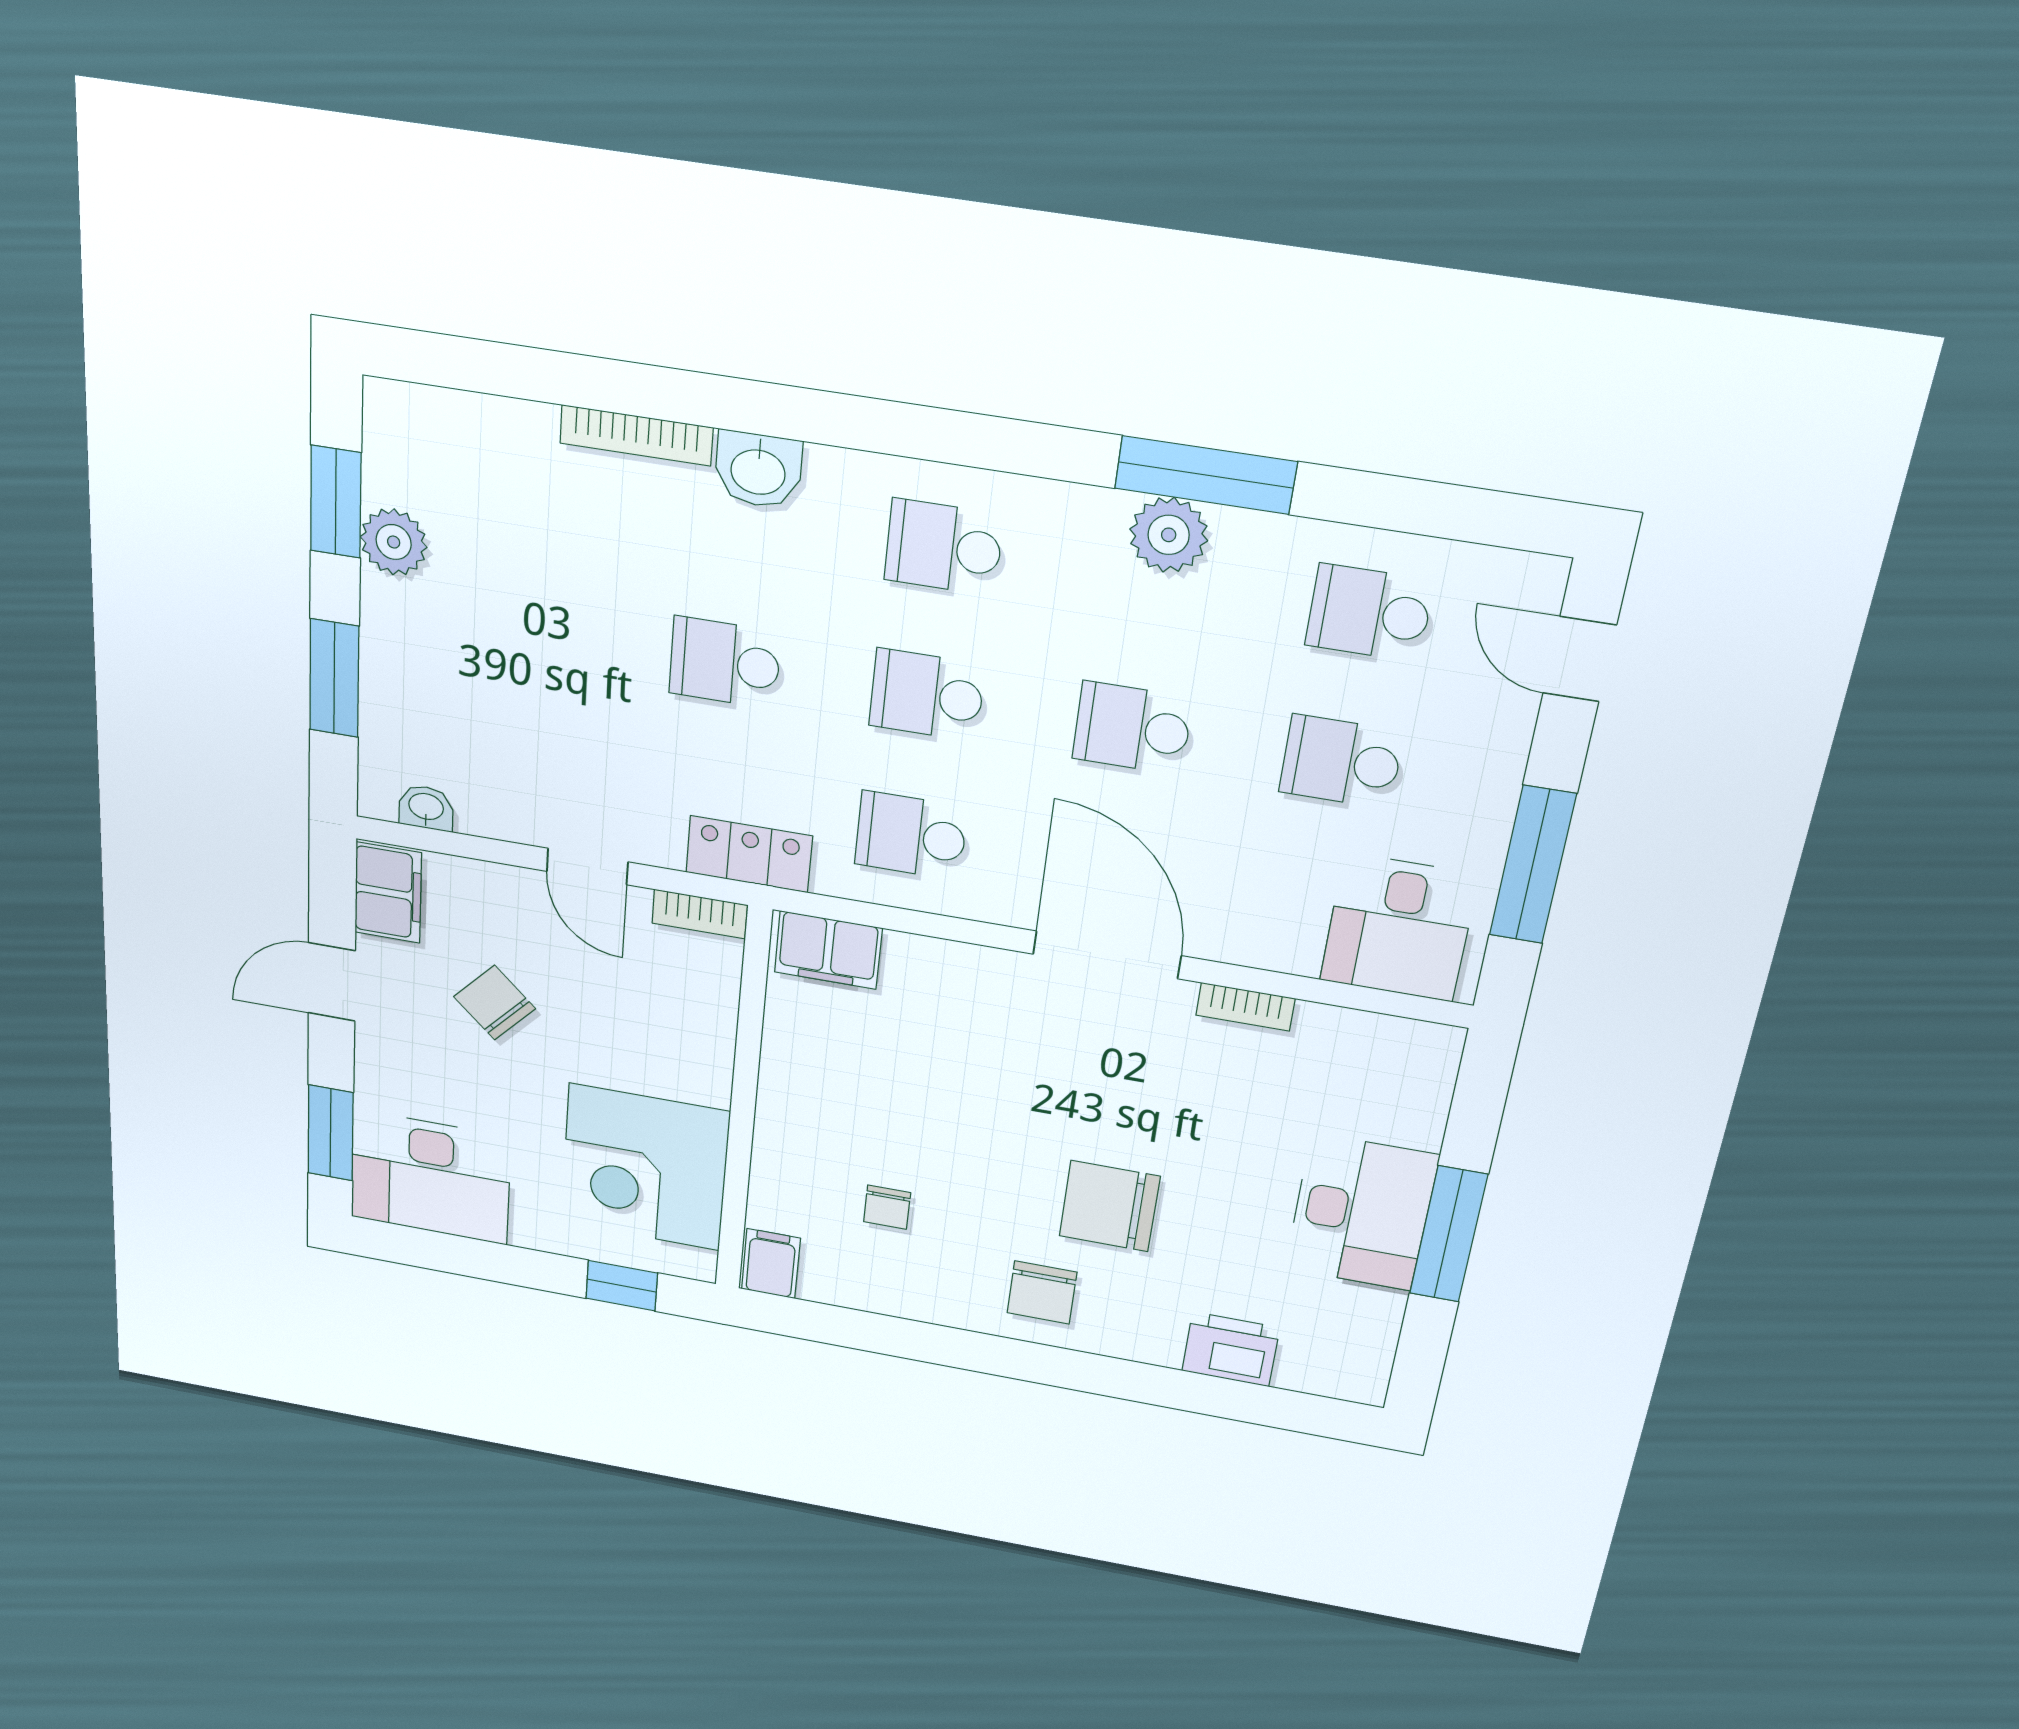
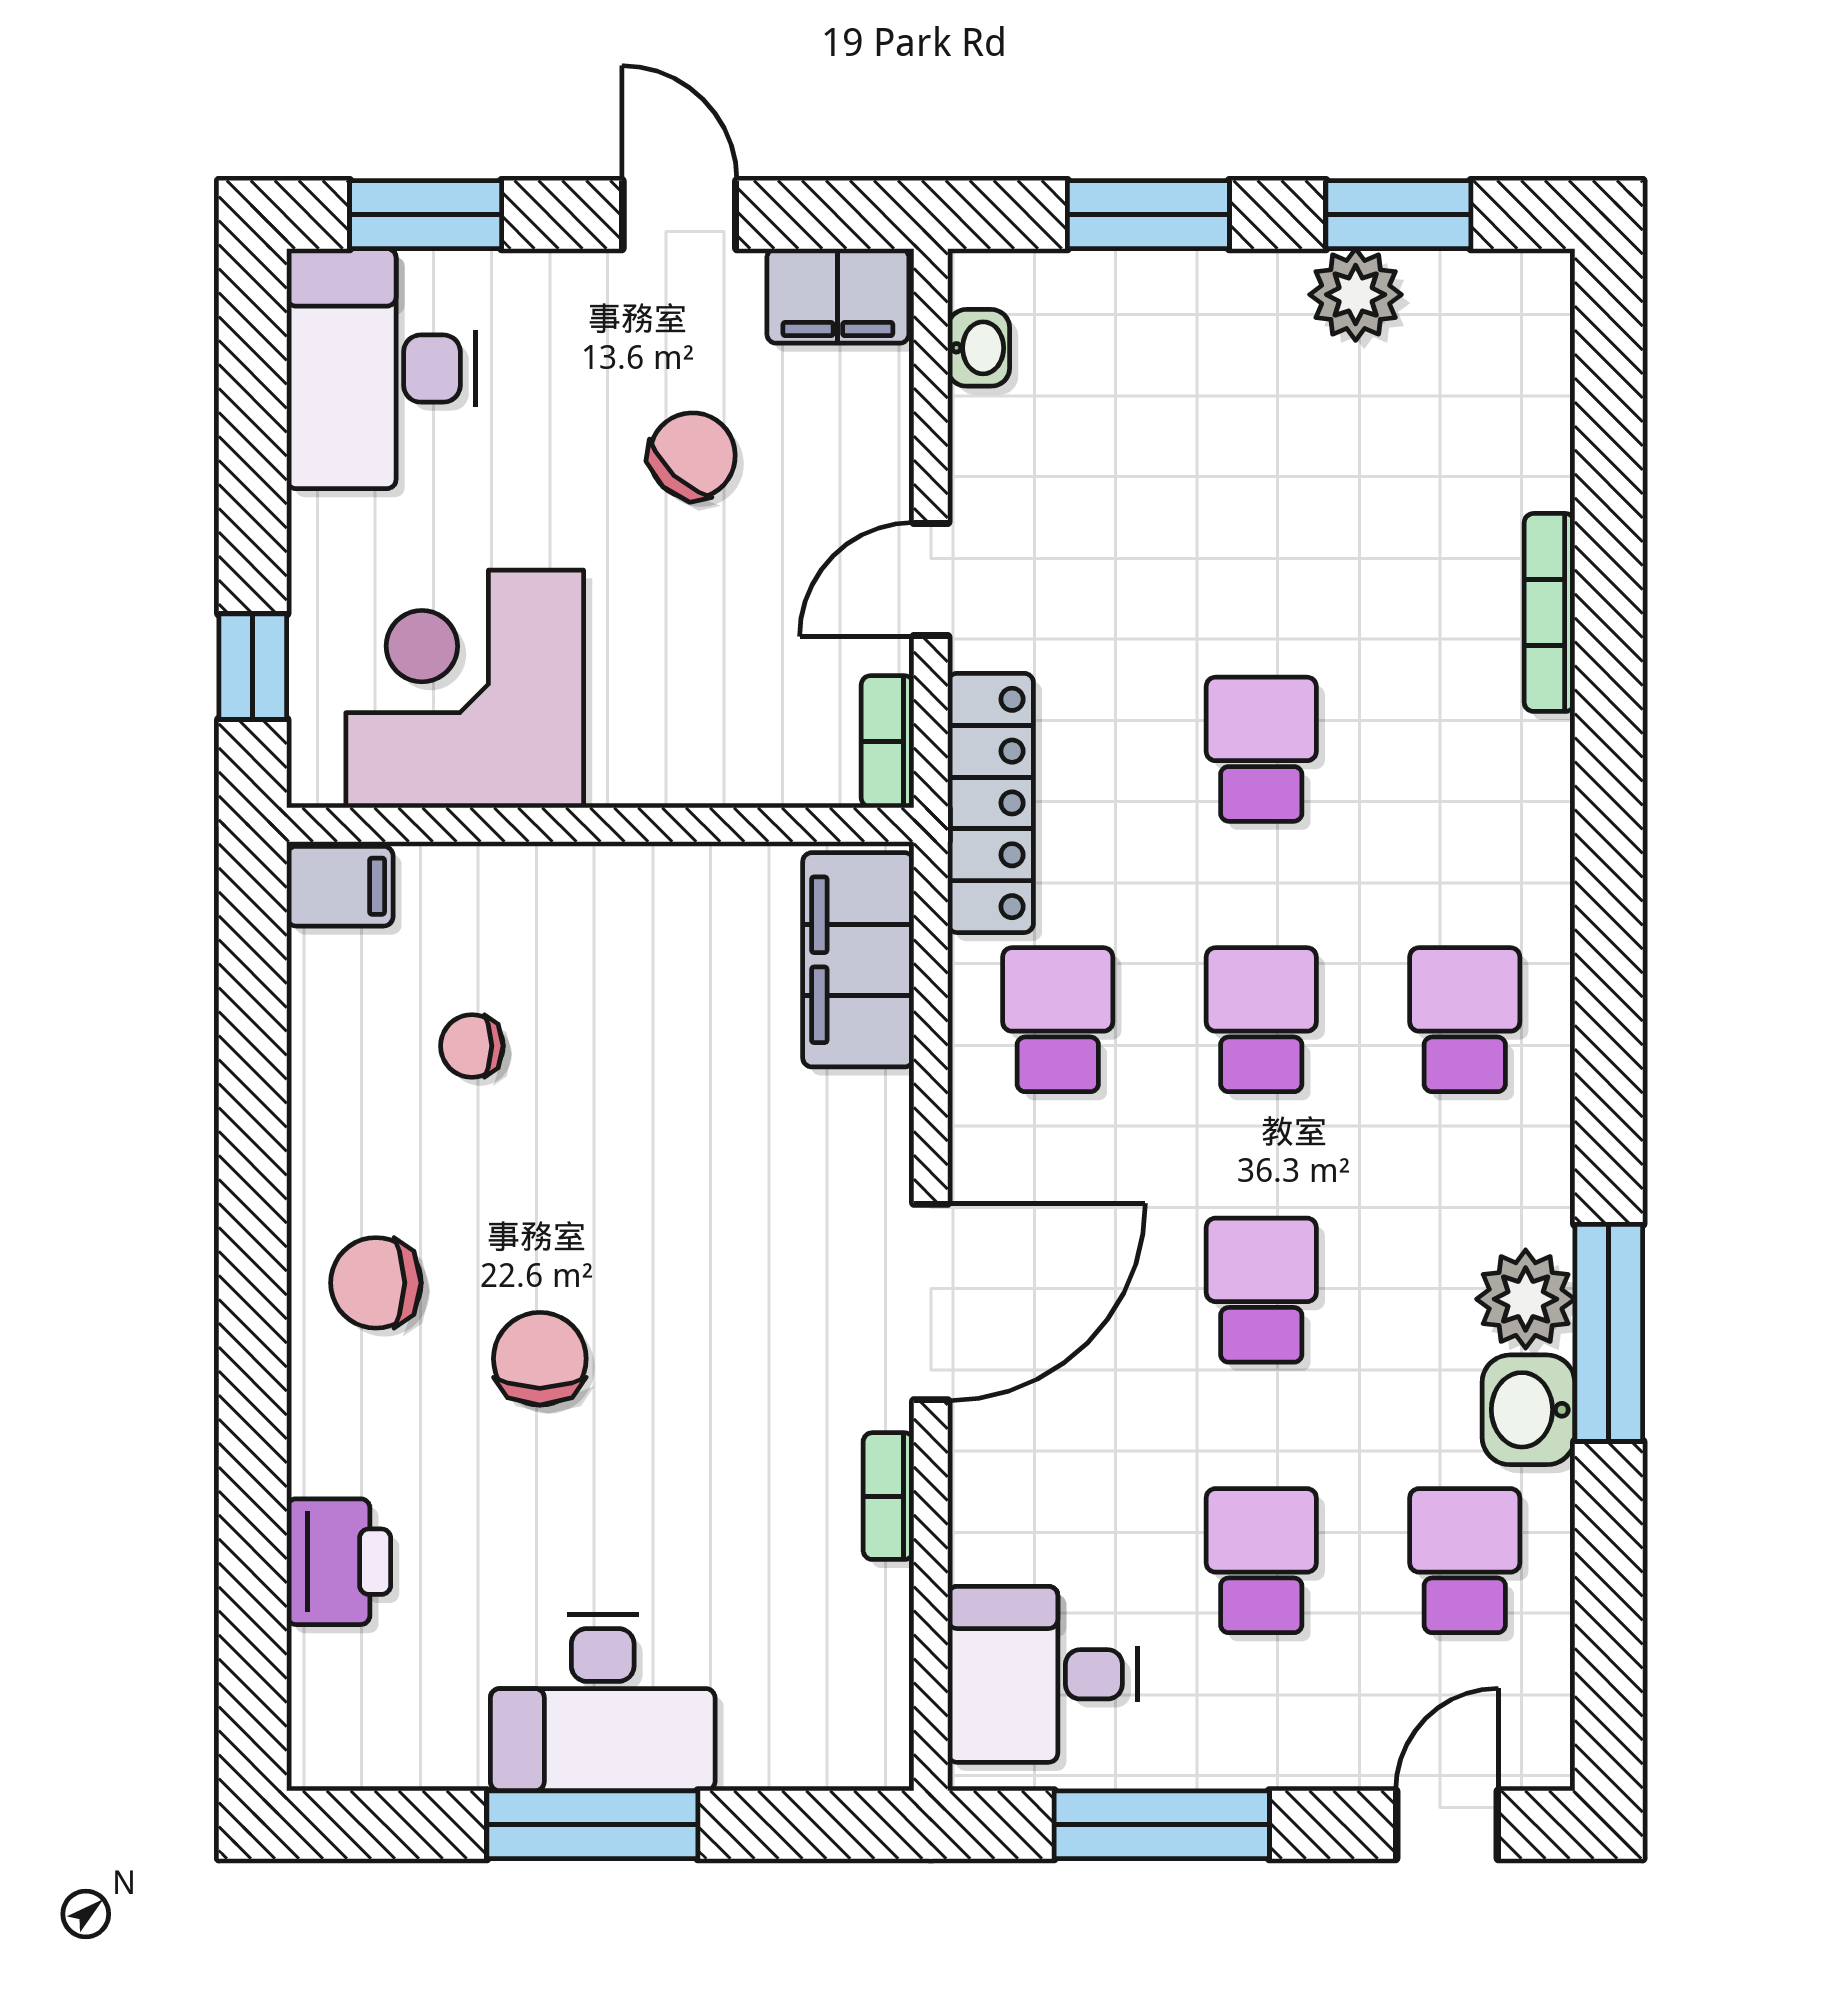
washbasin: (758, 470) -> (1528, 1410), moved
locker: (749, 854) -> (991, 803), width x1.53
filing cabinet: (828, 950) -> (858, 960), width x1.50, depth x1.17
chair: (1110, 1206) -> (540, 1359), width x0.73, depth x0.73

